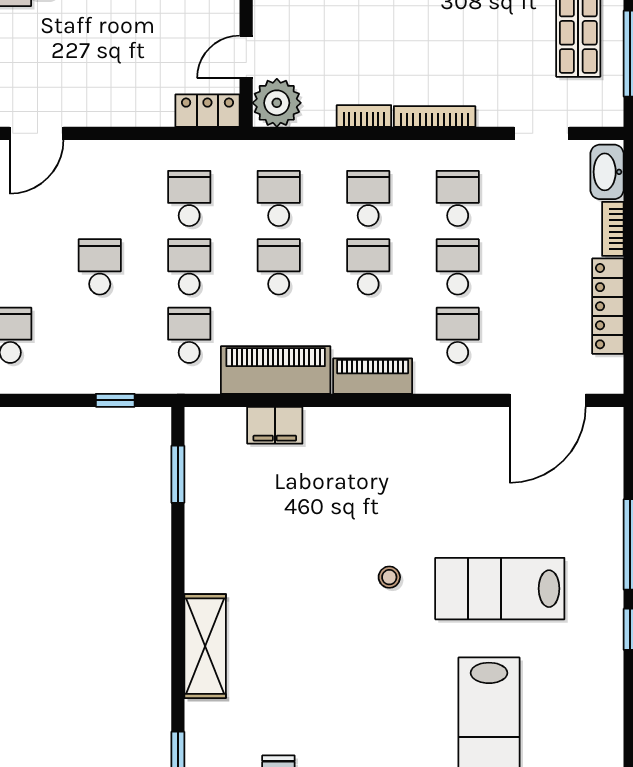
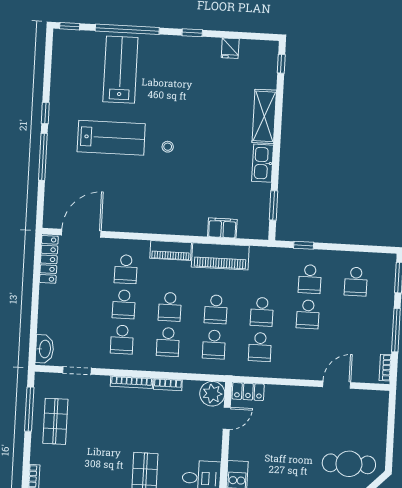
bookcase: (613, 229) -> (43, 320), removed
locker: (608, 306) -> (49, 259), moved
school desk: (189, 335) -> (310, 279), moved
kitchen sink: (203, 555) -> (263, 163), added

